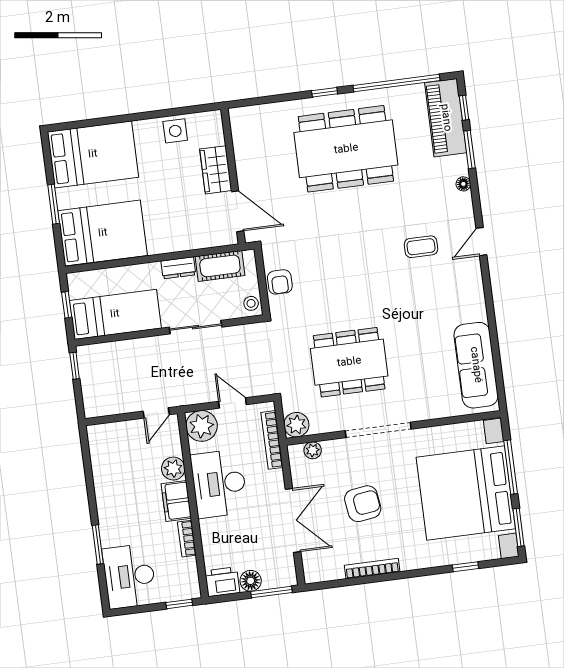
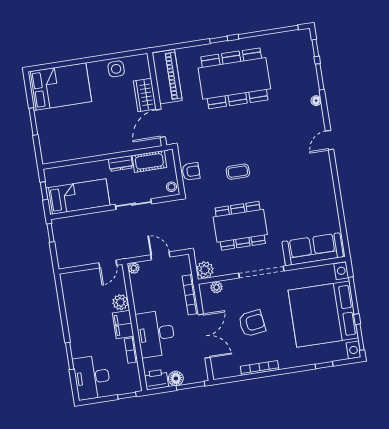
piano: (446, 118) -> (167, 77), moved, turned 180
door: (238, 211) -> (161, 123), swing flipped
bed: (103, 233) -> (68, 141), removed
coffee table: (421, 247) -> (238, 172), moved
armchair: (280, 282) -> (191, 171), turned -90
sofa: (476, 365) -> (313, 249), moved, turned 90
plant: (202, 426) -> (134, 268), width x0.53, depth x0.53
bookcase: (272, 440) -> (190, 295), moved
desk: (219, 484) -> (156, 334), moved

